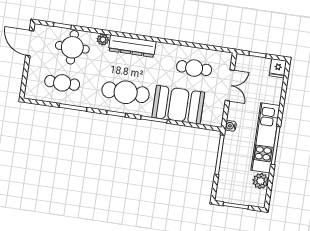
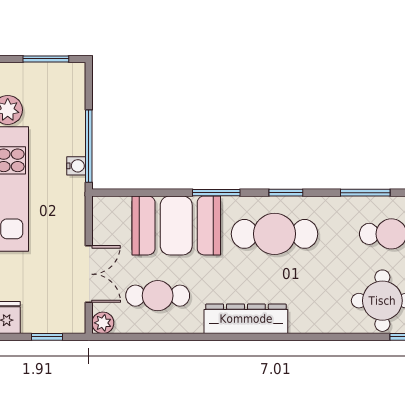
plant: (103, 39) -> (103, 323), moved
dresser: (132, 46) -> (246, 319), moved
double door: (230, 85) -> (89, 274), swing flipped
water cooler: (231, 126) -> (76, 166), moved

